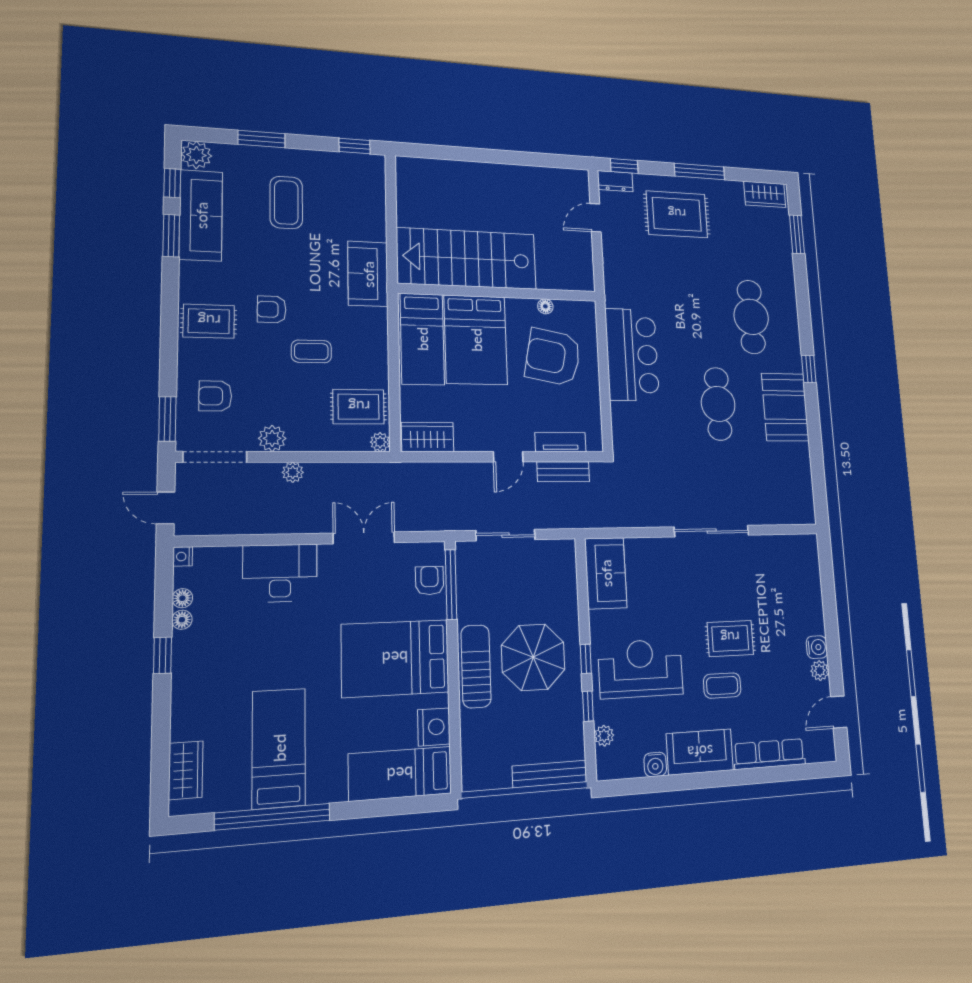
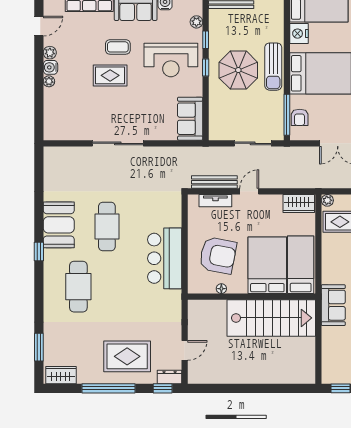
window: (700, 172) -> (108, 388), width x1.46
bench: (563, 472) -> (214, 182), width x1.36
plant: (817, 625) -> (49, 81), added

